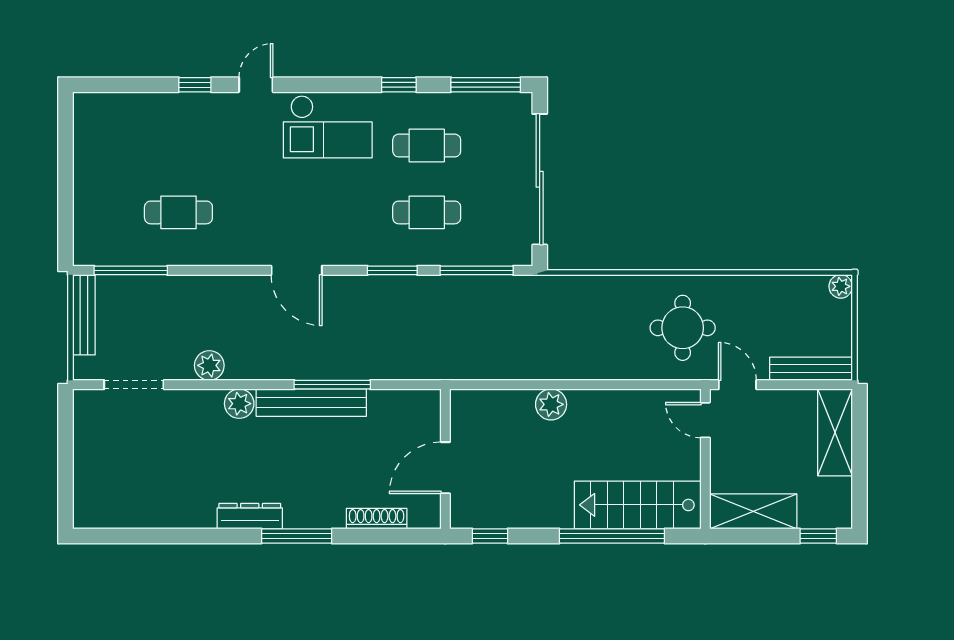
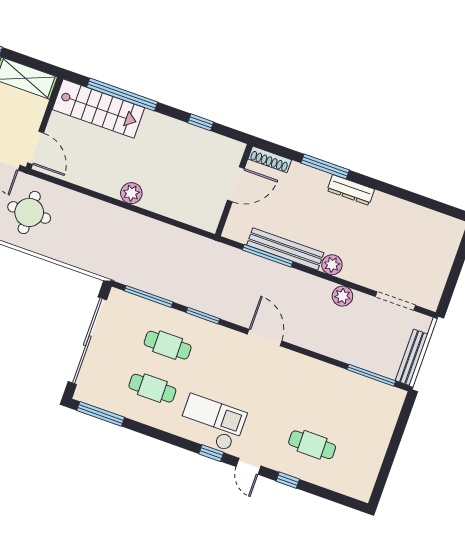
door: (256, 85) -> (248, 466), hinge flipped
window: (399, 85) -> (211, 453), moved
cafe table: (178, 212) -> (312, 445), moved
door: (705, 420) -> (36, 148), width x1.38
wall: (445, 459) -> (234, 190), moved
door: (445, 468) -> (236, 184), moved

